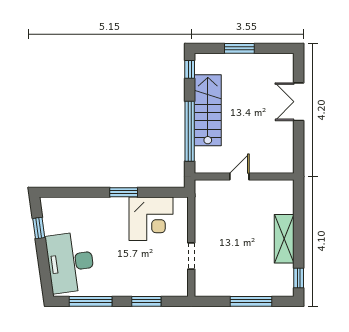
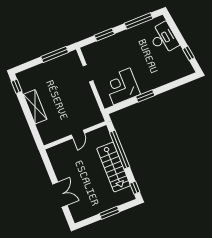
desk: (70, 262) -> (163, 38), width x0.73, depth x0.77
window: (251, 301) -> (55, 55), moved

